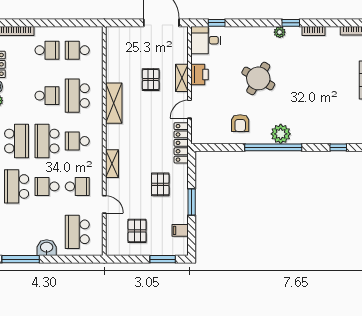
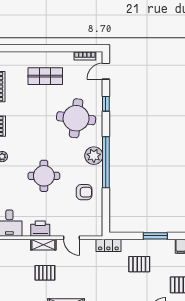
round table: (258, 78) -> (44, 176), turned -30
round table: (322, 114) -> (76, 118), added
locker: (181, 143) -> (108, 245), width x0.66

